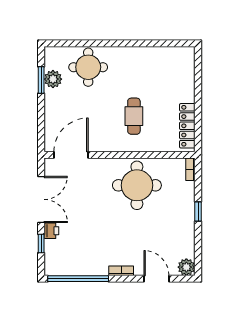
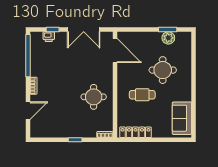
sofa: (167, 60) -> (182, 118), added
round table: (88, 67) -> (163, 70), moved
round table: (137, 185) -> (94, 97), width x0.73, depth x0.73
printer: (51, 231) -> (49, 37), moved
plant: (186, 267) -> (36, 132), removed

